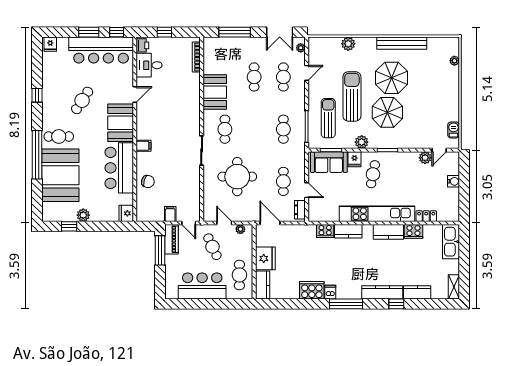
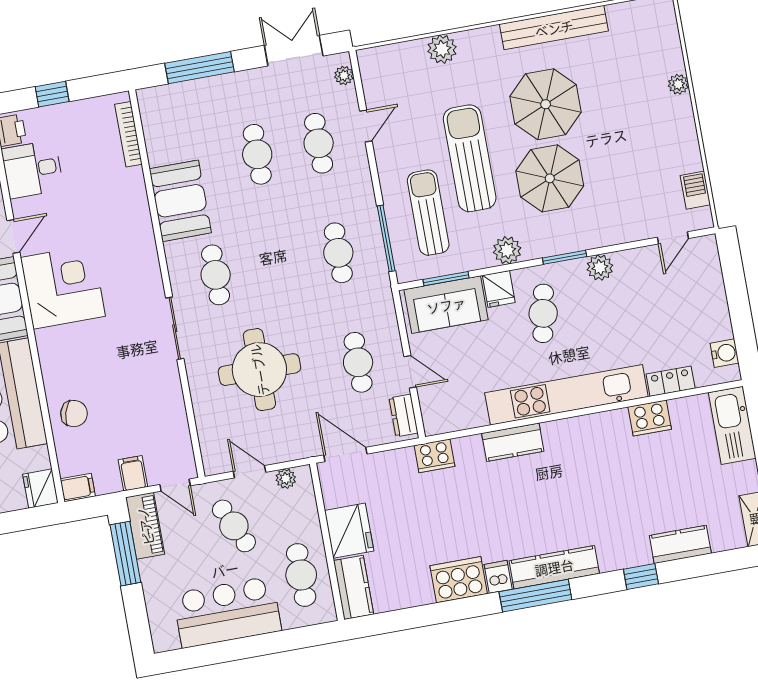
double door: (280, 32) -> (294, 51), swing flipped
plant: (454, 61) -> (678, 84), moved
corner desk: (153, 122) -> (63, 287), added
filing cabinet: (144, 146) -> (78, 488), moved
plant: (425, 158) -> (600, 267), moved
water cooler: (453, 181) -> (725, 353), moved
cooker: (325, 231) -> (435, 456), moved
kitchen counter: (388, 232) -> (597, 428), removed
kitchen counter: (382, 292) -> (554, 567), moved

